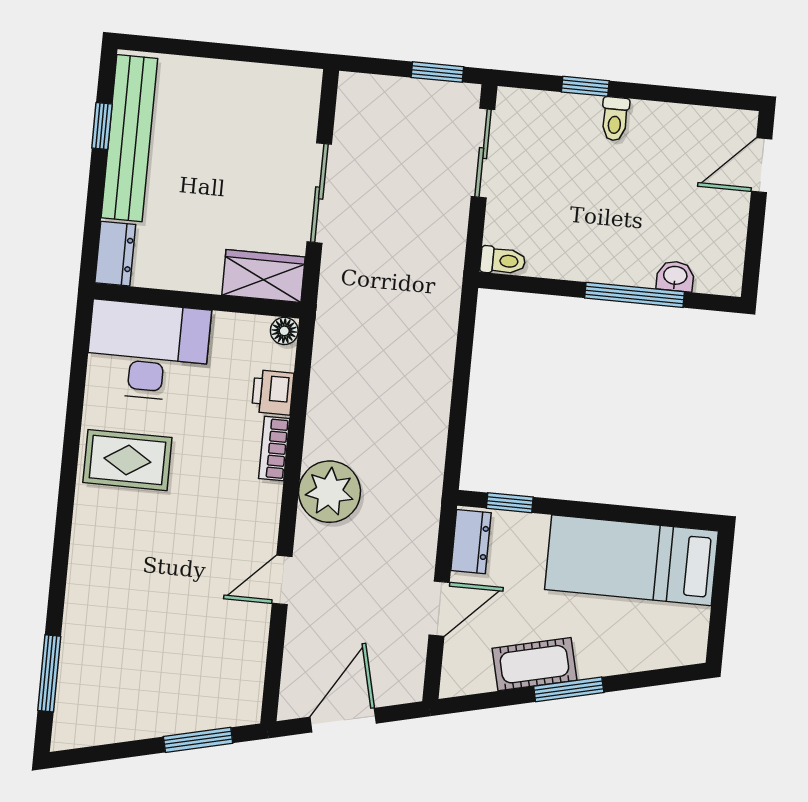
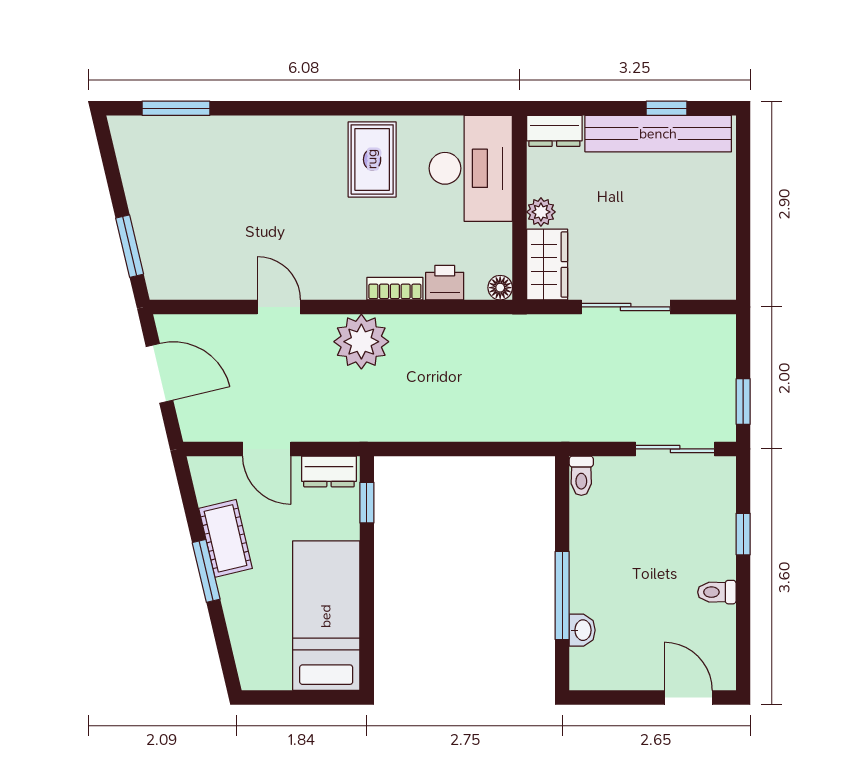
toilet: (615, 119) -> (717, 592), moved
plant: (204, 277) -> (541, 212), added

